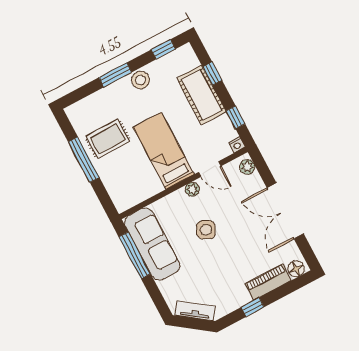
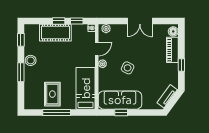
window: (212, 74) -> (59, 21), moved
bed: (164, 151) -> (86, 88), moved, turned 90
double door: (285, 211) -> (140, 21), width x0.73
window: (135, 255) -> (121, 113), width x0.46

